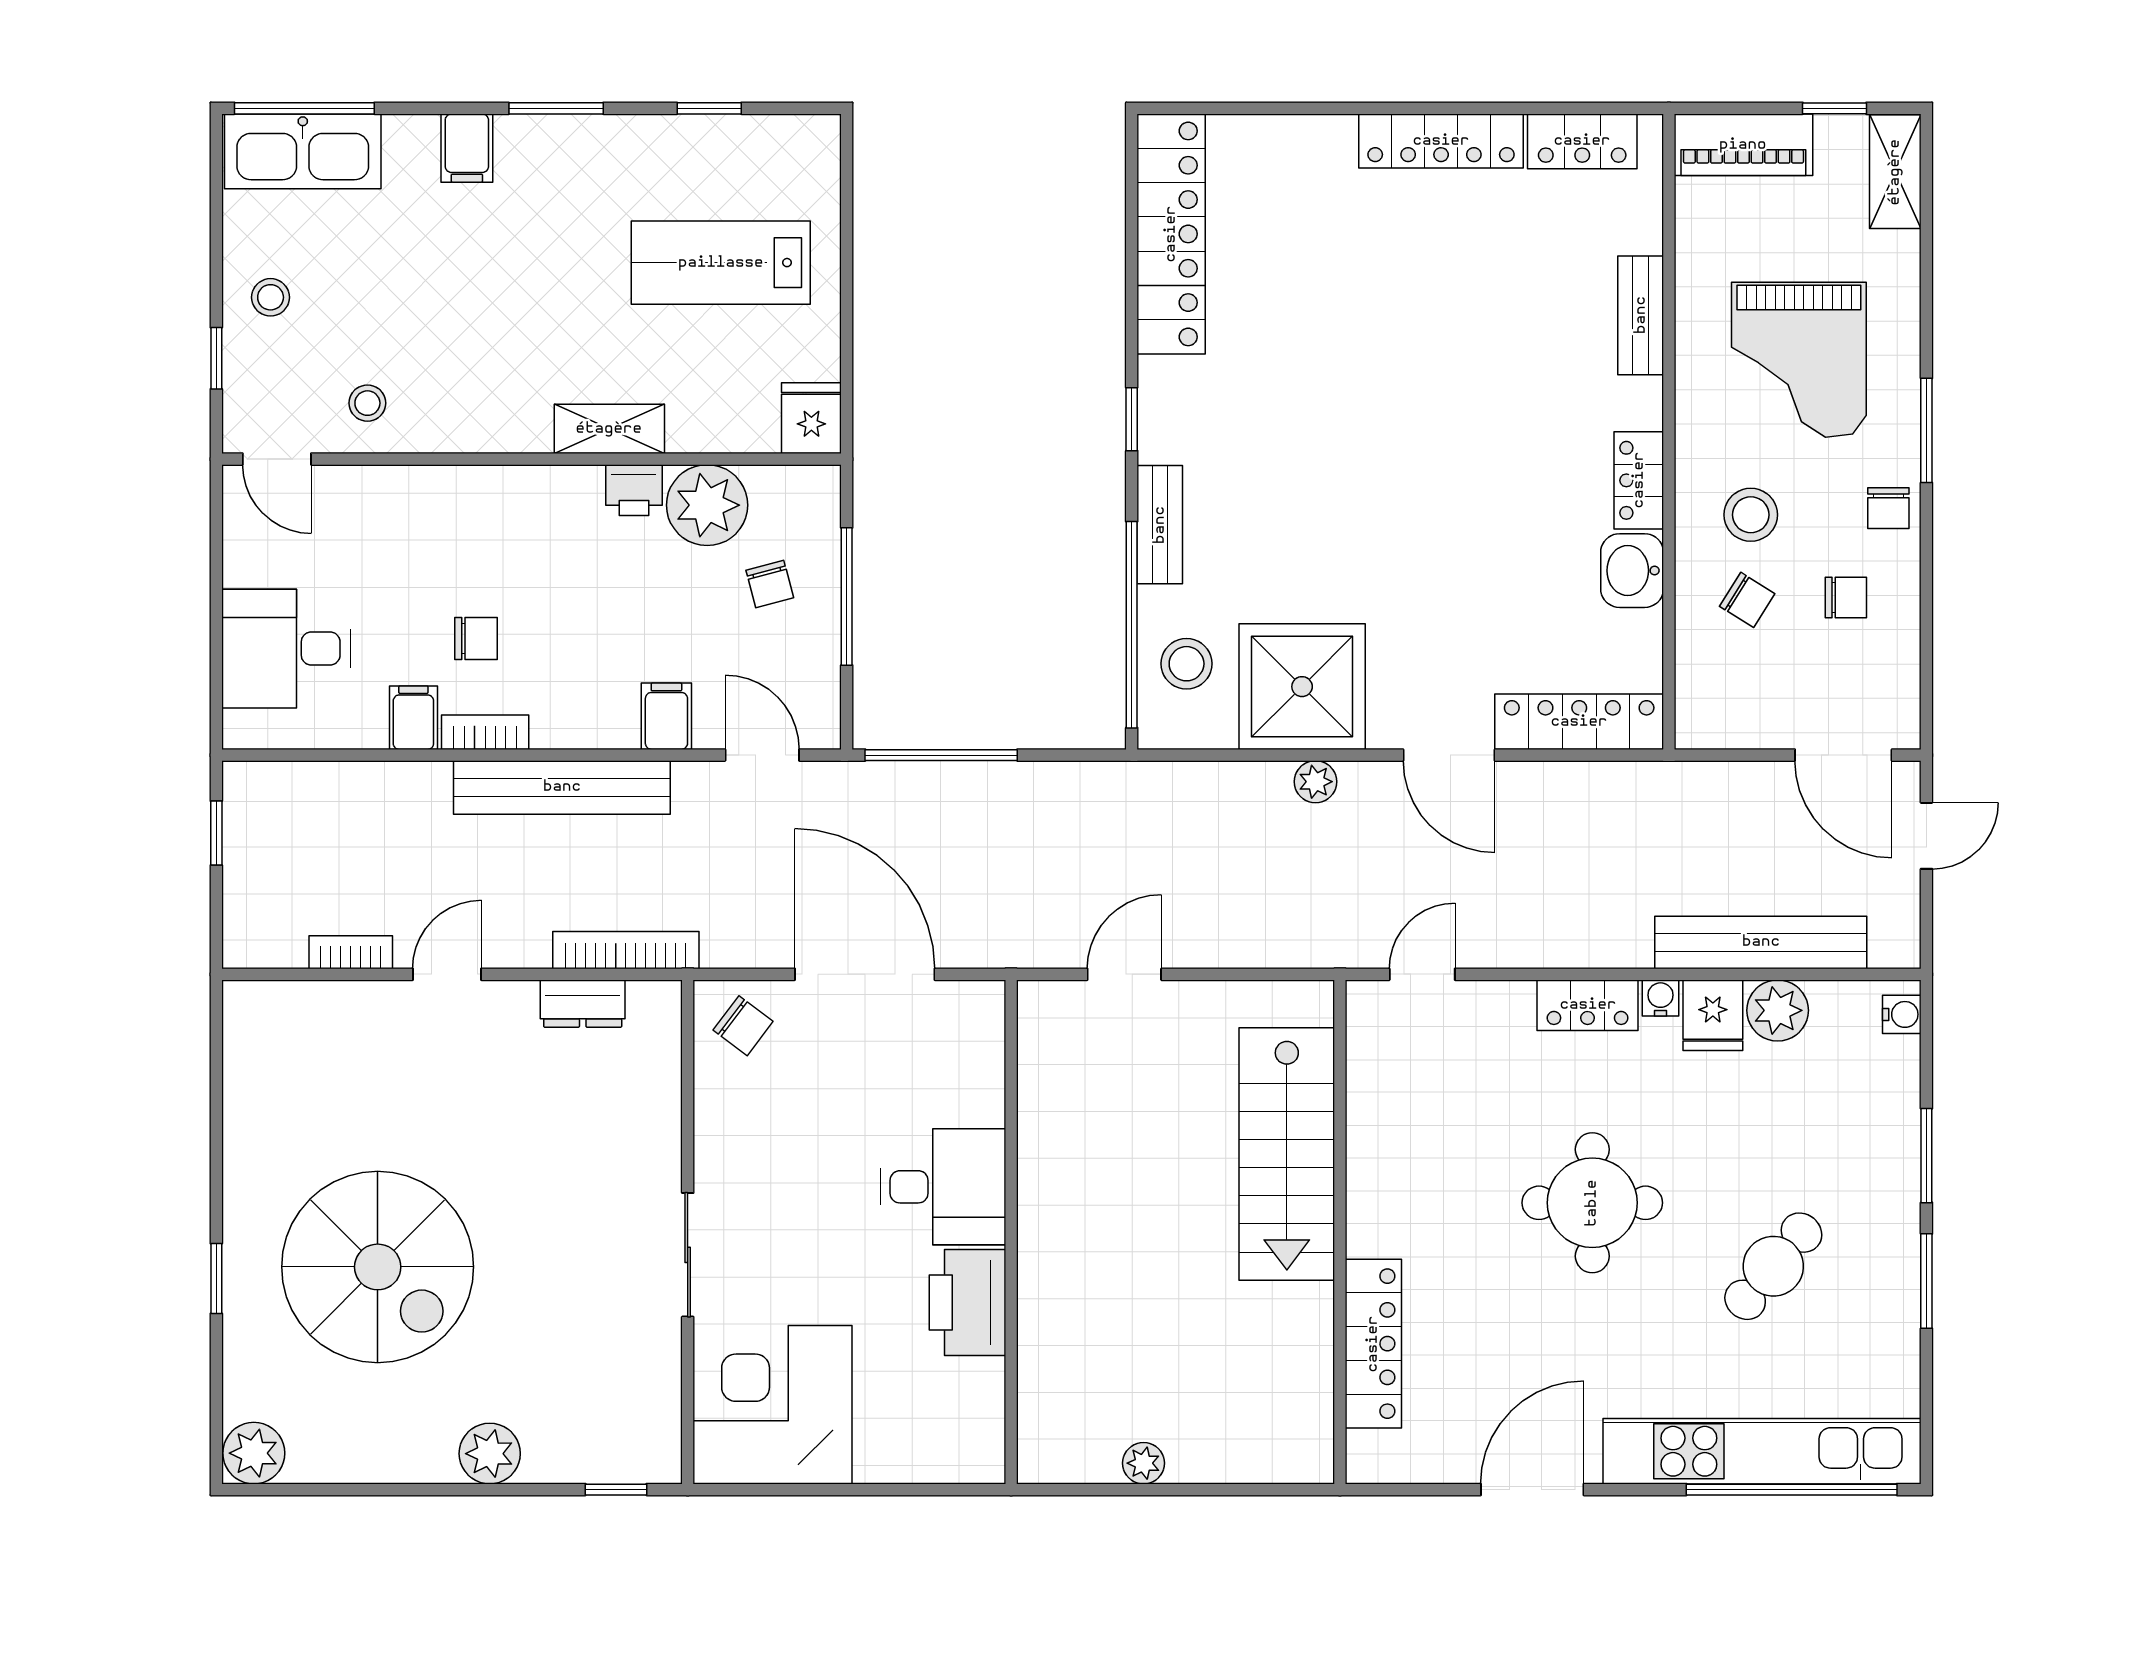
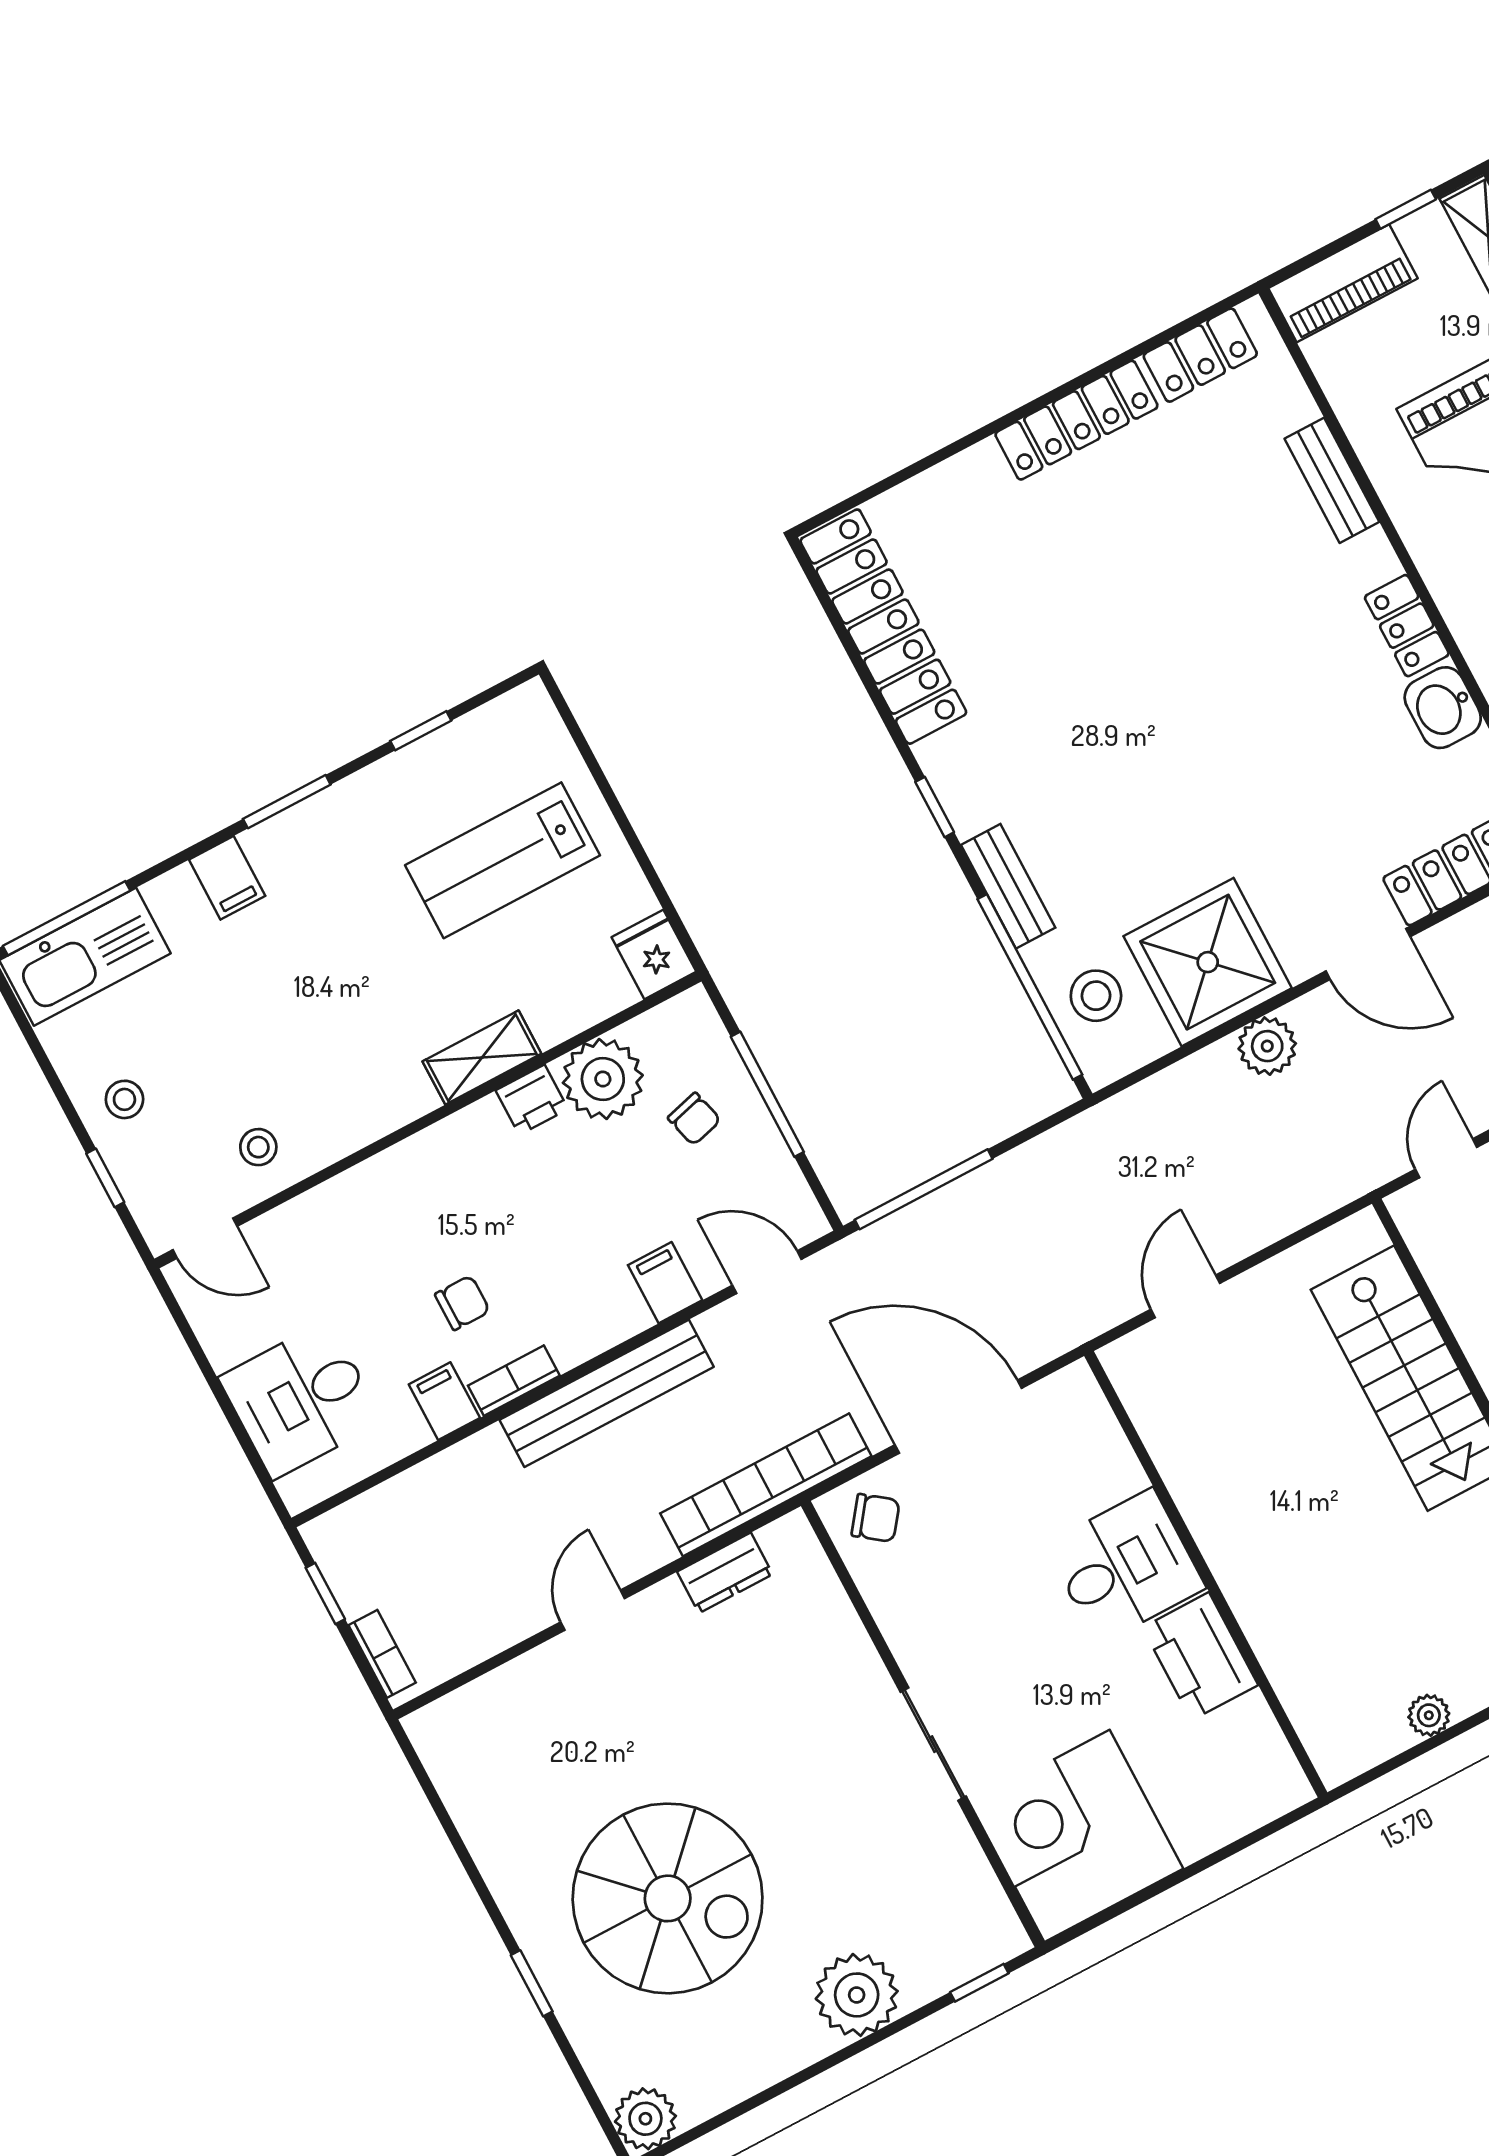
plant: (1316, 782) -> (1267, 1046), width x1.38, depth x1.38
bookcase: (626, 950) -> (766, 1485), width x1.48, depth x1.31
bookcase: (351, 952) -> (382, 1654), moved, turned 90
plant: (490, 1454) -> (857, 1995), width x1.36, depth x1.36

